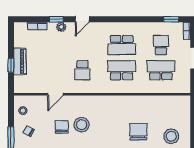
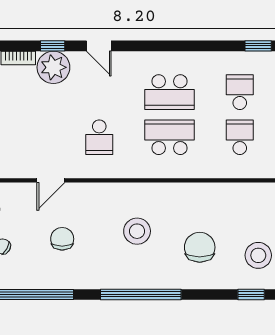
door: (82, 19) -> (99, 46), hinge flipped
plant: (61, 27) -> (53, 67), width x1.88, depth x1.88
school desk: (161, 70) -> (240, 137), width x0.54
stool: (82, 125) -> (137, 231), moved

